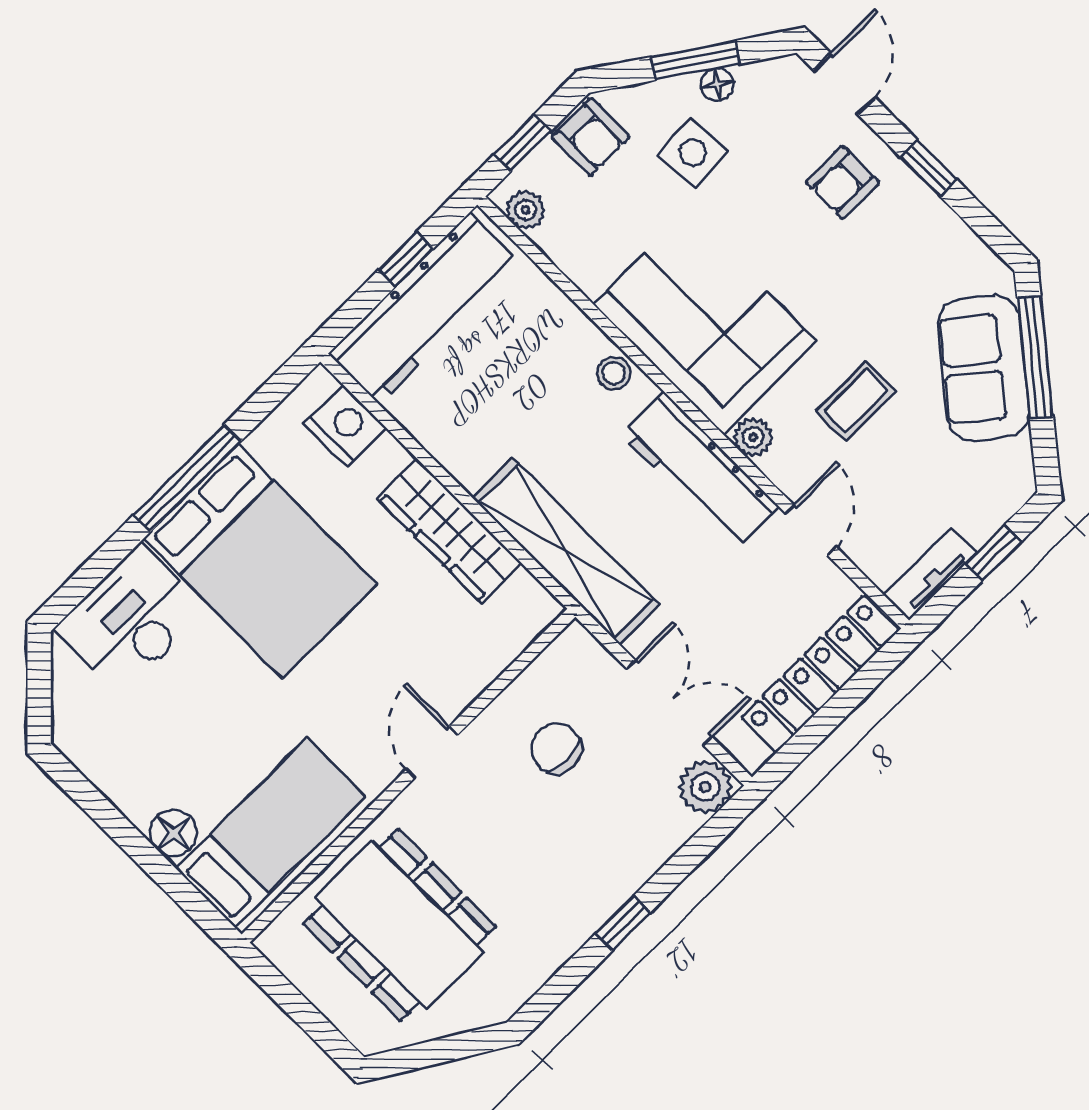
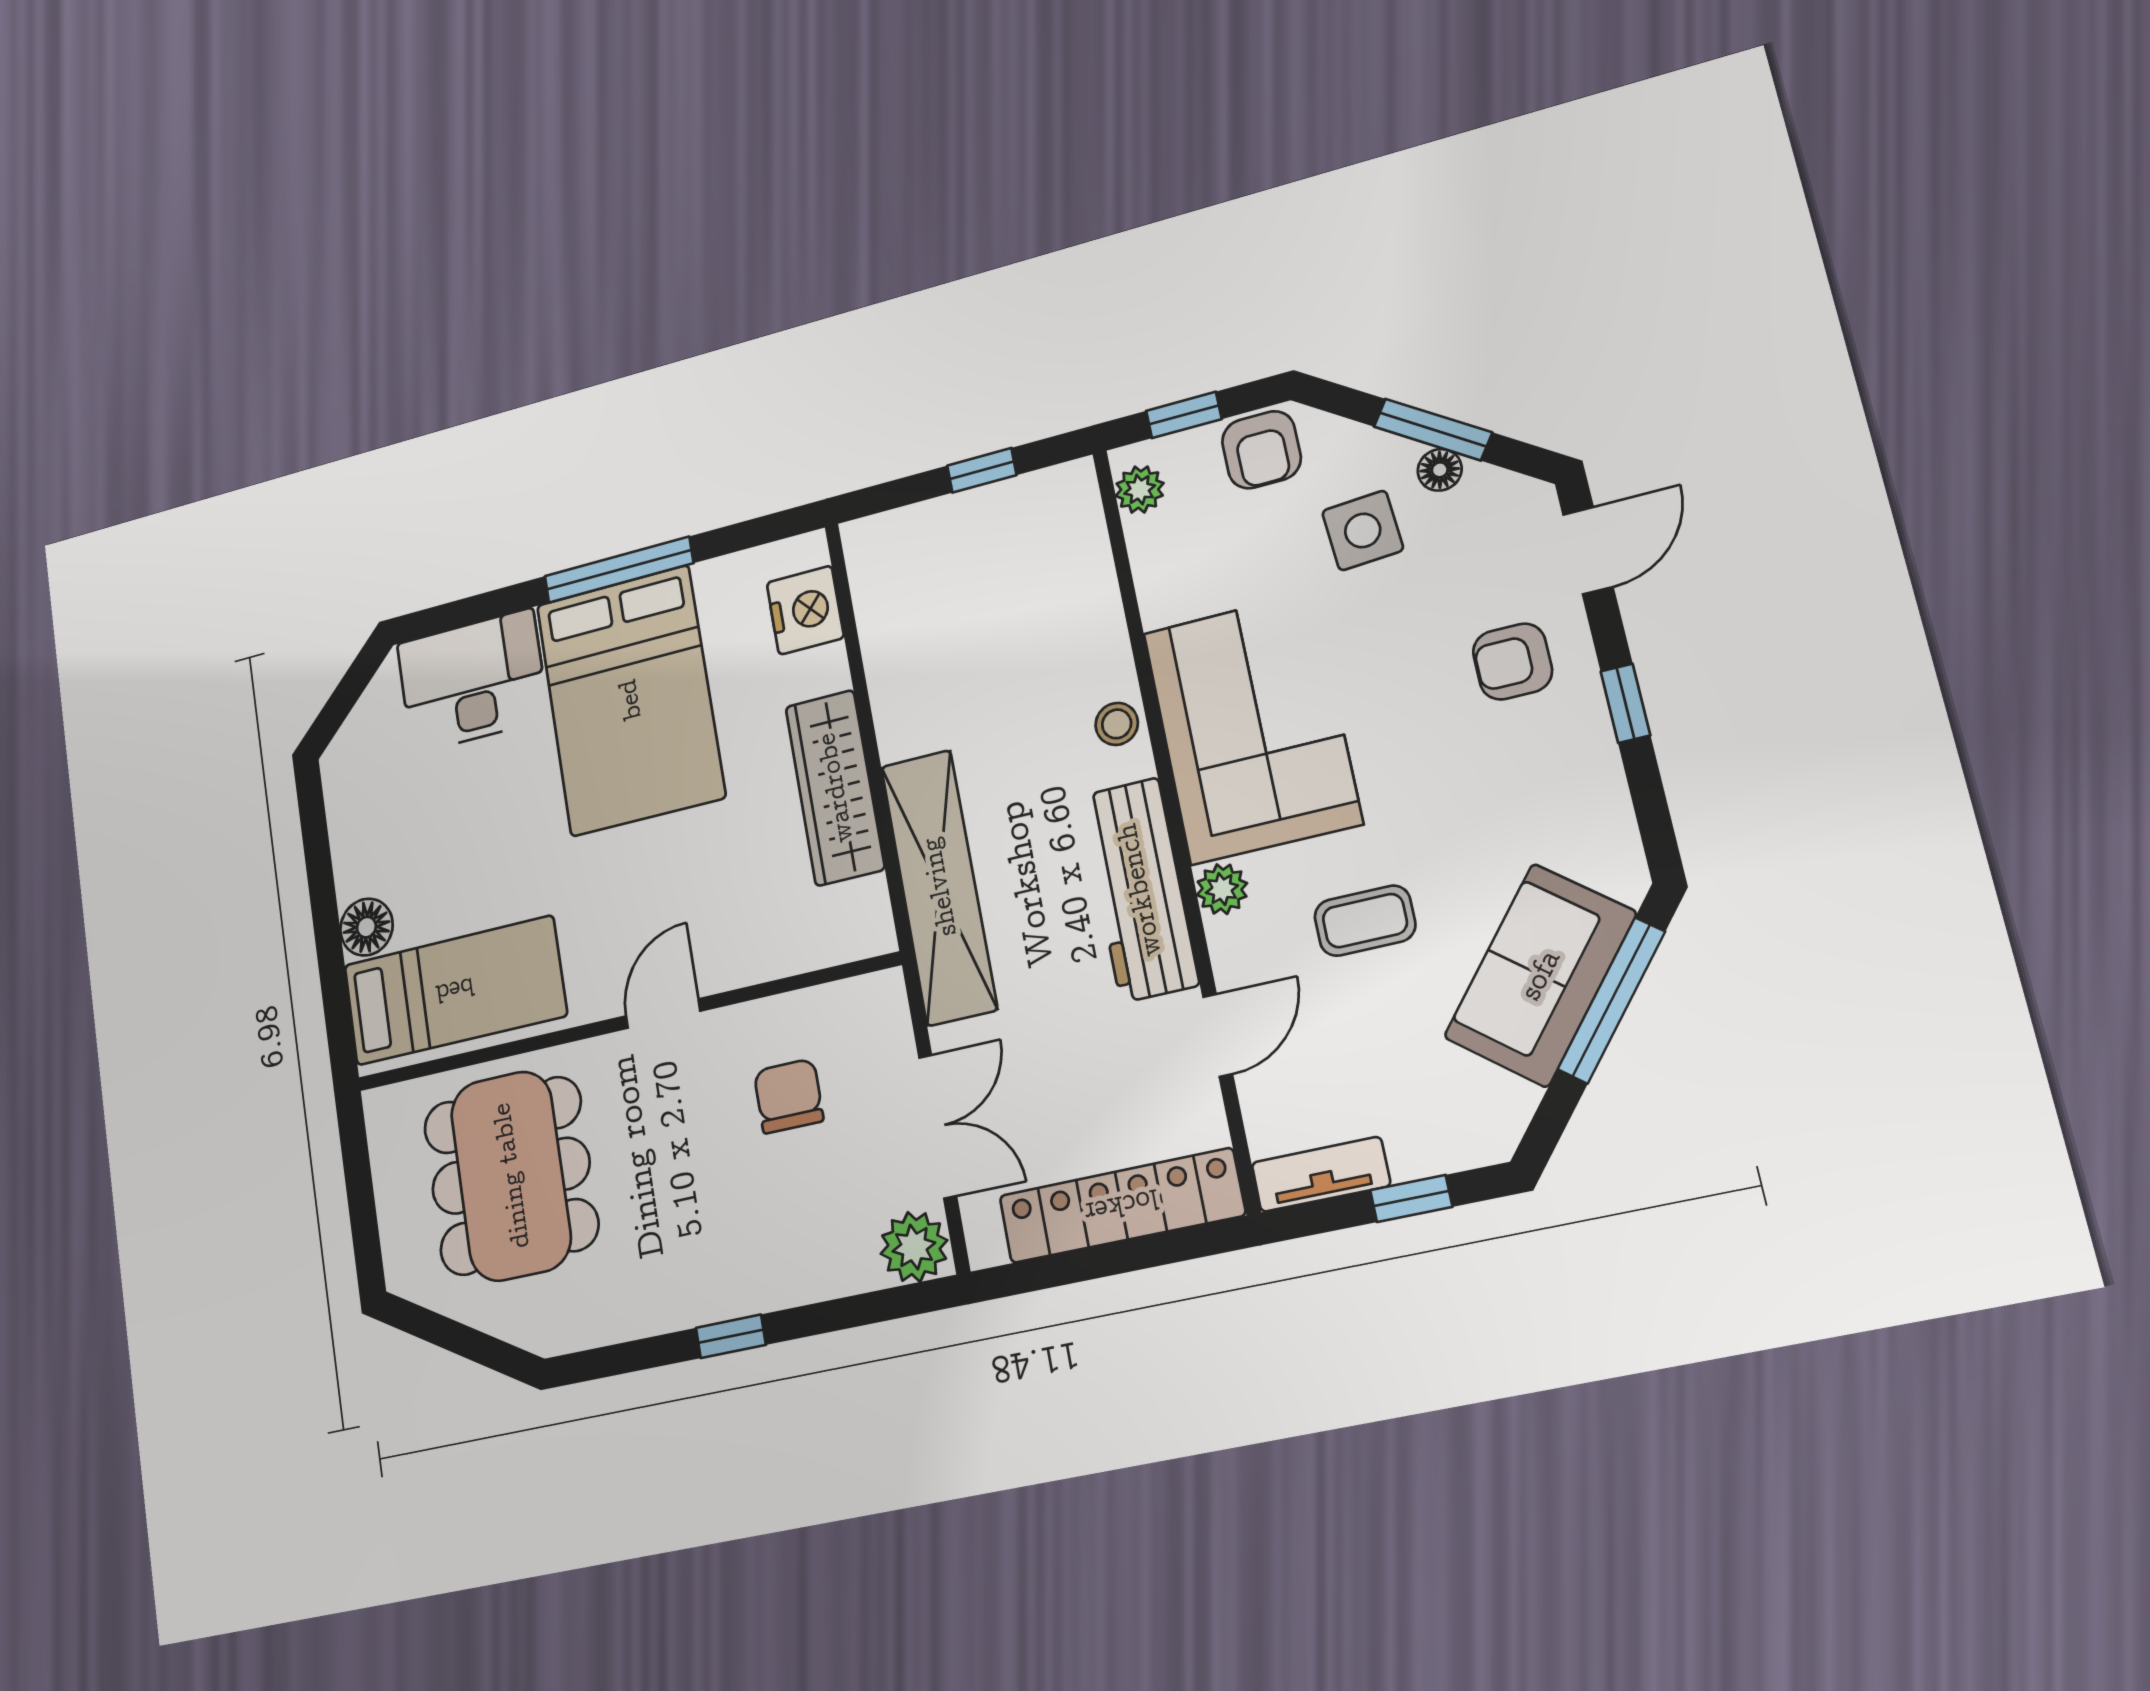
workbench: (425, 309) -> (965, 534), removed

